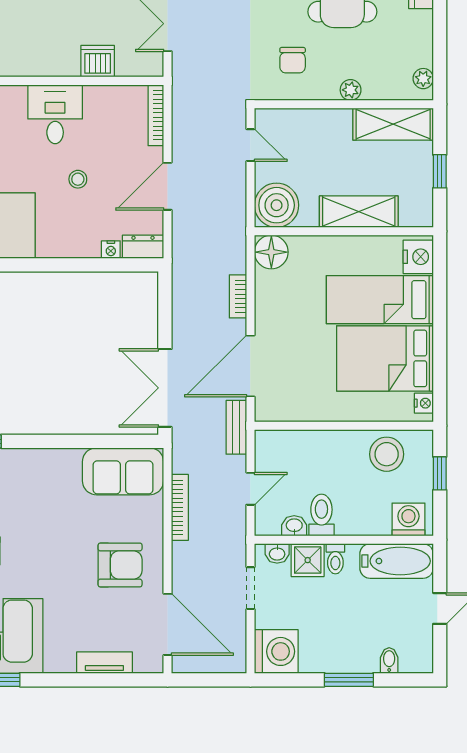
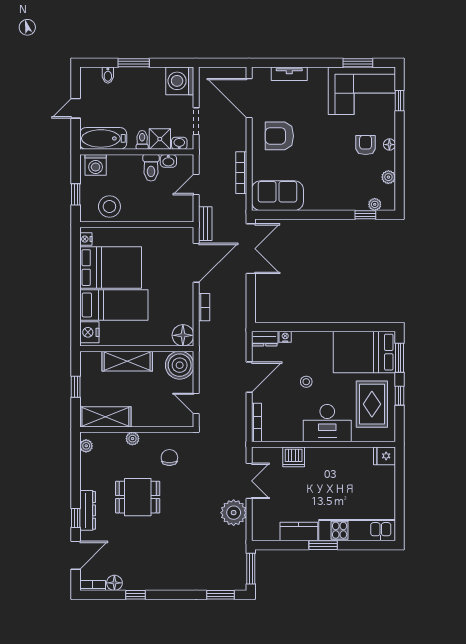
desk: (55, 114) -> (327, 423), width x1.37

